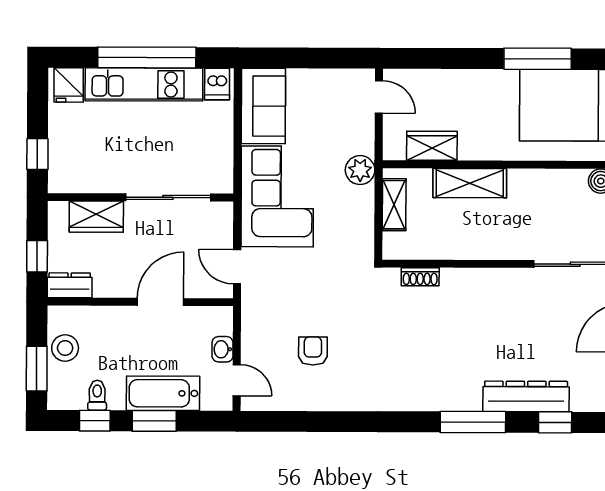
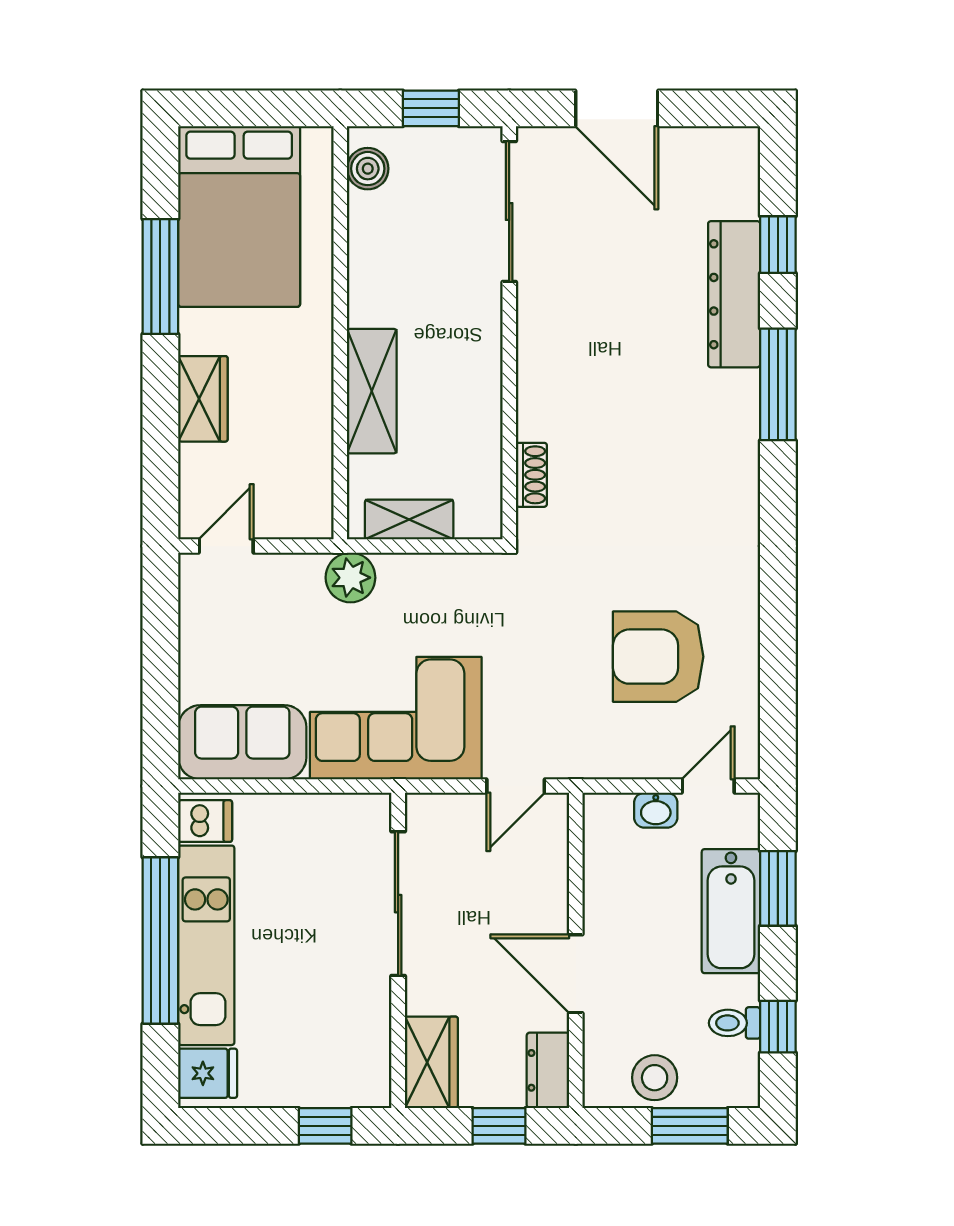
wardrobe: (432, 146) -> (203, 399), moved, turned 180
wardrobe: (96, 217) -> (431, 1062), moved
door: (160, 302) -> (576, 974), moved
armchair: (313, 351) -> (658, 657), width x1.88, depth x1.88
window: (154, 421) -> (778, 888), moved

